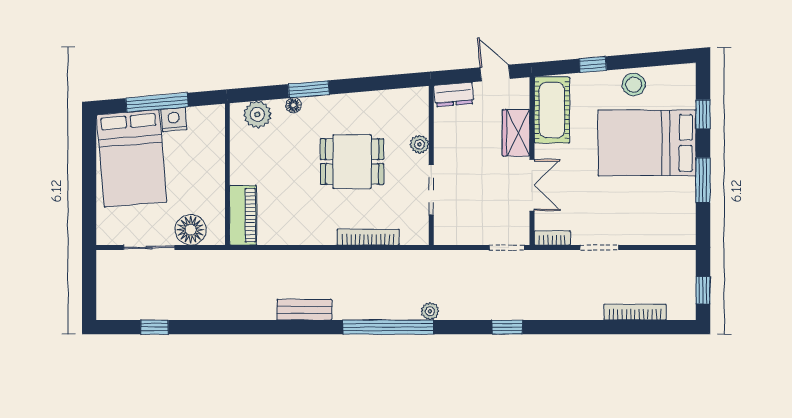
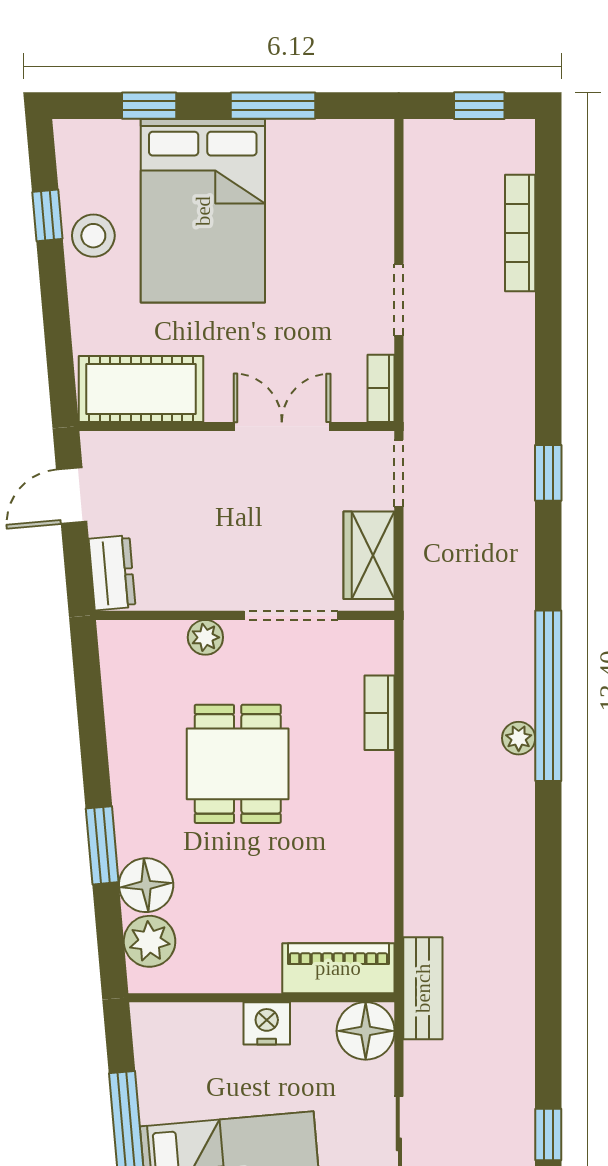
window: (593, 64) -> (47, 215), moved
floor lamp: (294, 105) -> (146, 885), width x1.89, depth x1.89
nightstand: (174, 119) -> (267, 1023), moved, turned 95
wardrobe: (516, 133) -> (369, 555), moved, turned 90
floor lamp: (191, 230) -> (366, 1031), moved
bookcase: (368, 237) -> (380, 713), width x0.64
bench: (304, 310) -> (423, 988), moved
plant: (430, 311) -> (519, 738), moved

